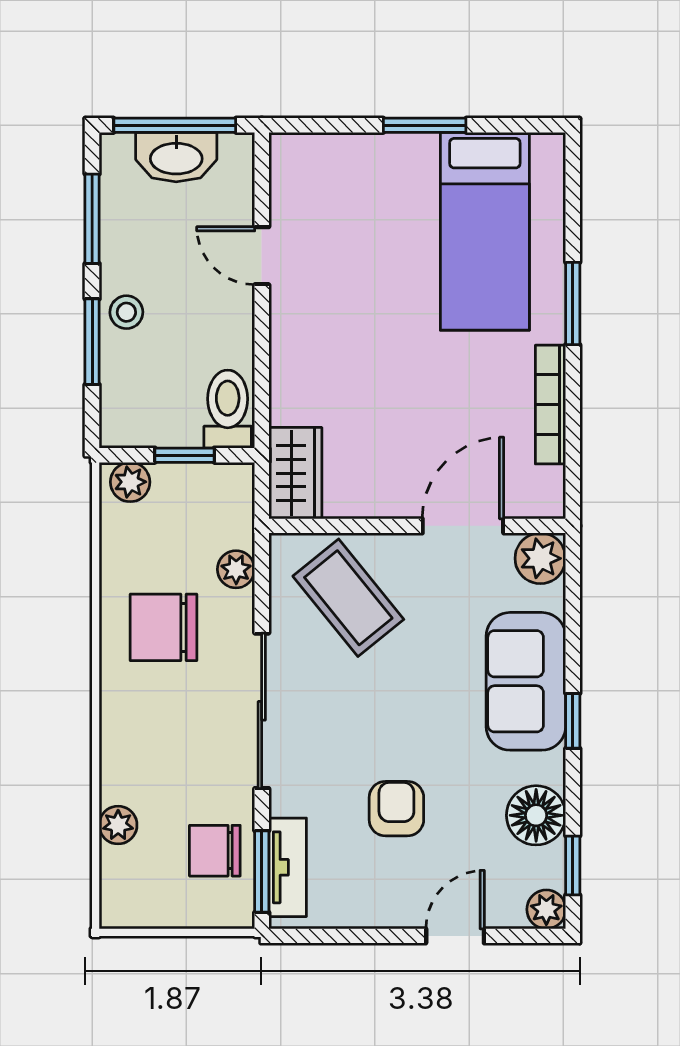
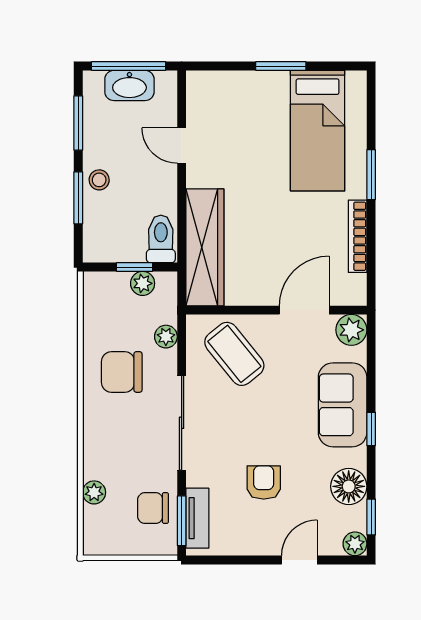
wardrobe: (295, 473) -> (205, 247), width x2.10, depth x1.17
plant: (130, 482) -> (143, 283), moved

